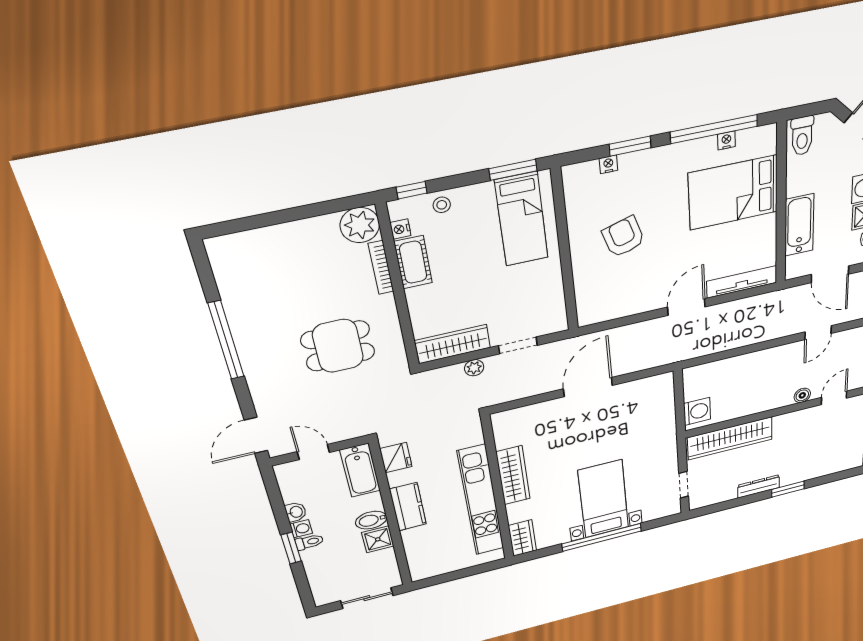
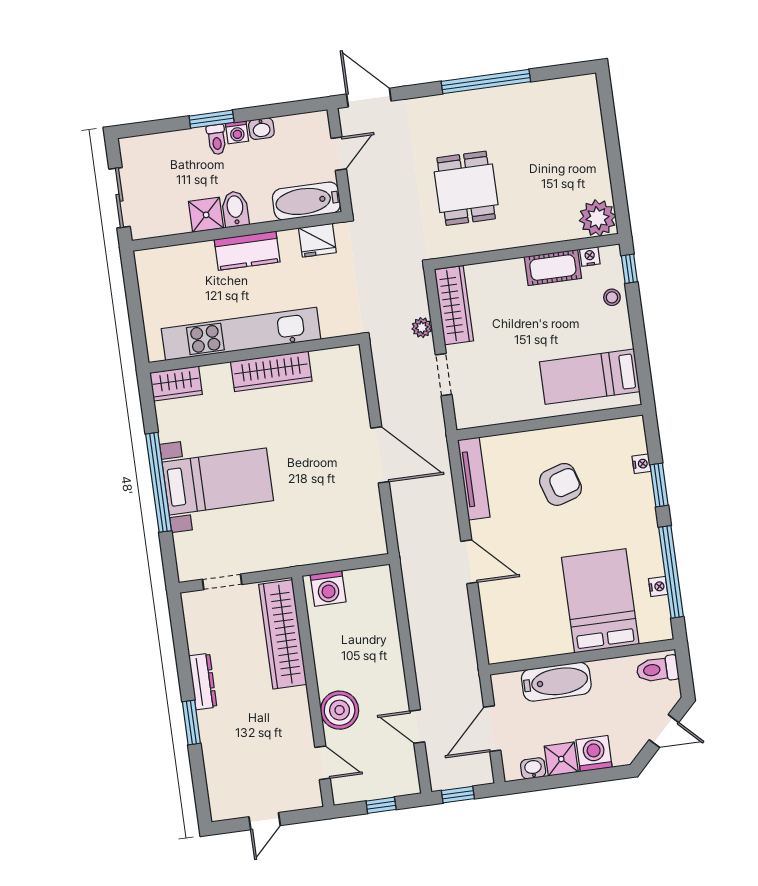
window: (513, 170) -> (643, 367), removed
bookcase: (381, 268) -> (550, 236), removed
tv unit: (742, 282) -> (474, 479), moved
boiler: (802, 395) -> (340, 710), width x1.86, depth x1.86

